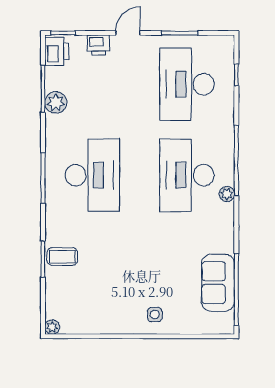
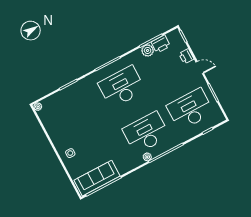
printer: (57, 51) -> (161, 44), moved
desk: (92, 175) -> (122, 87), turned 180
coffee table: (62, 256) -> (75, 93), removed
sofa: (218, 283) -> (97, 178), width x1.36

